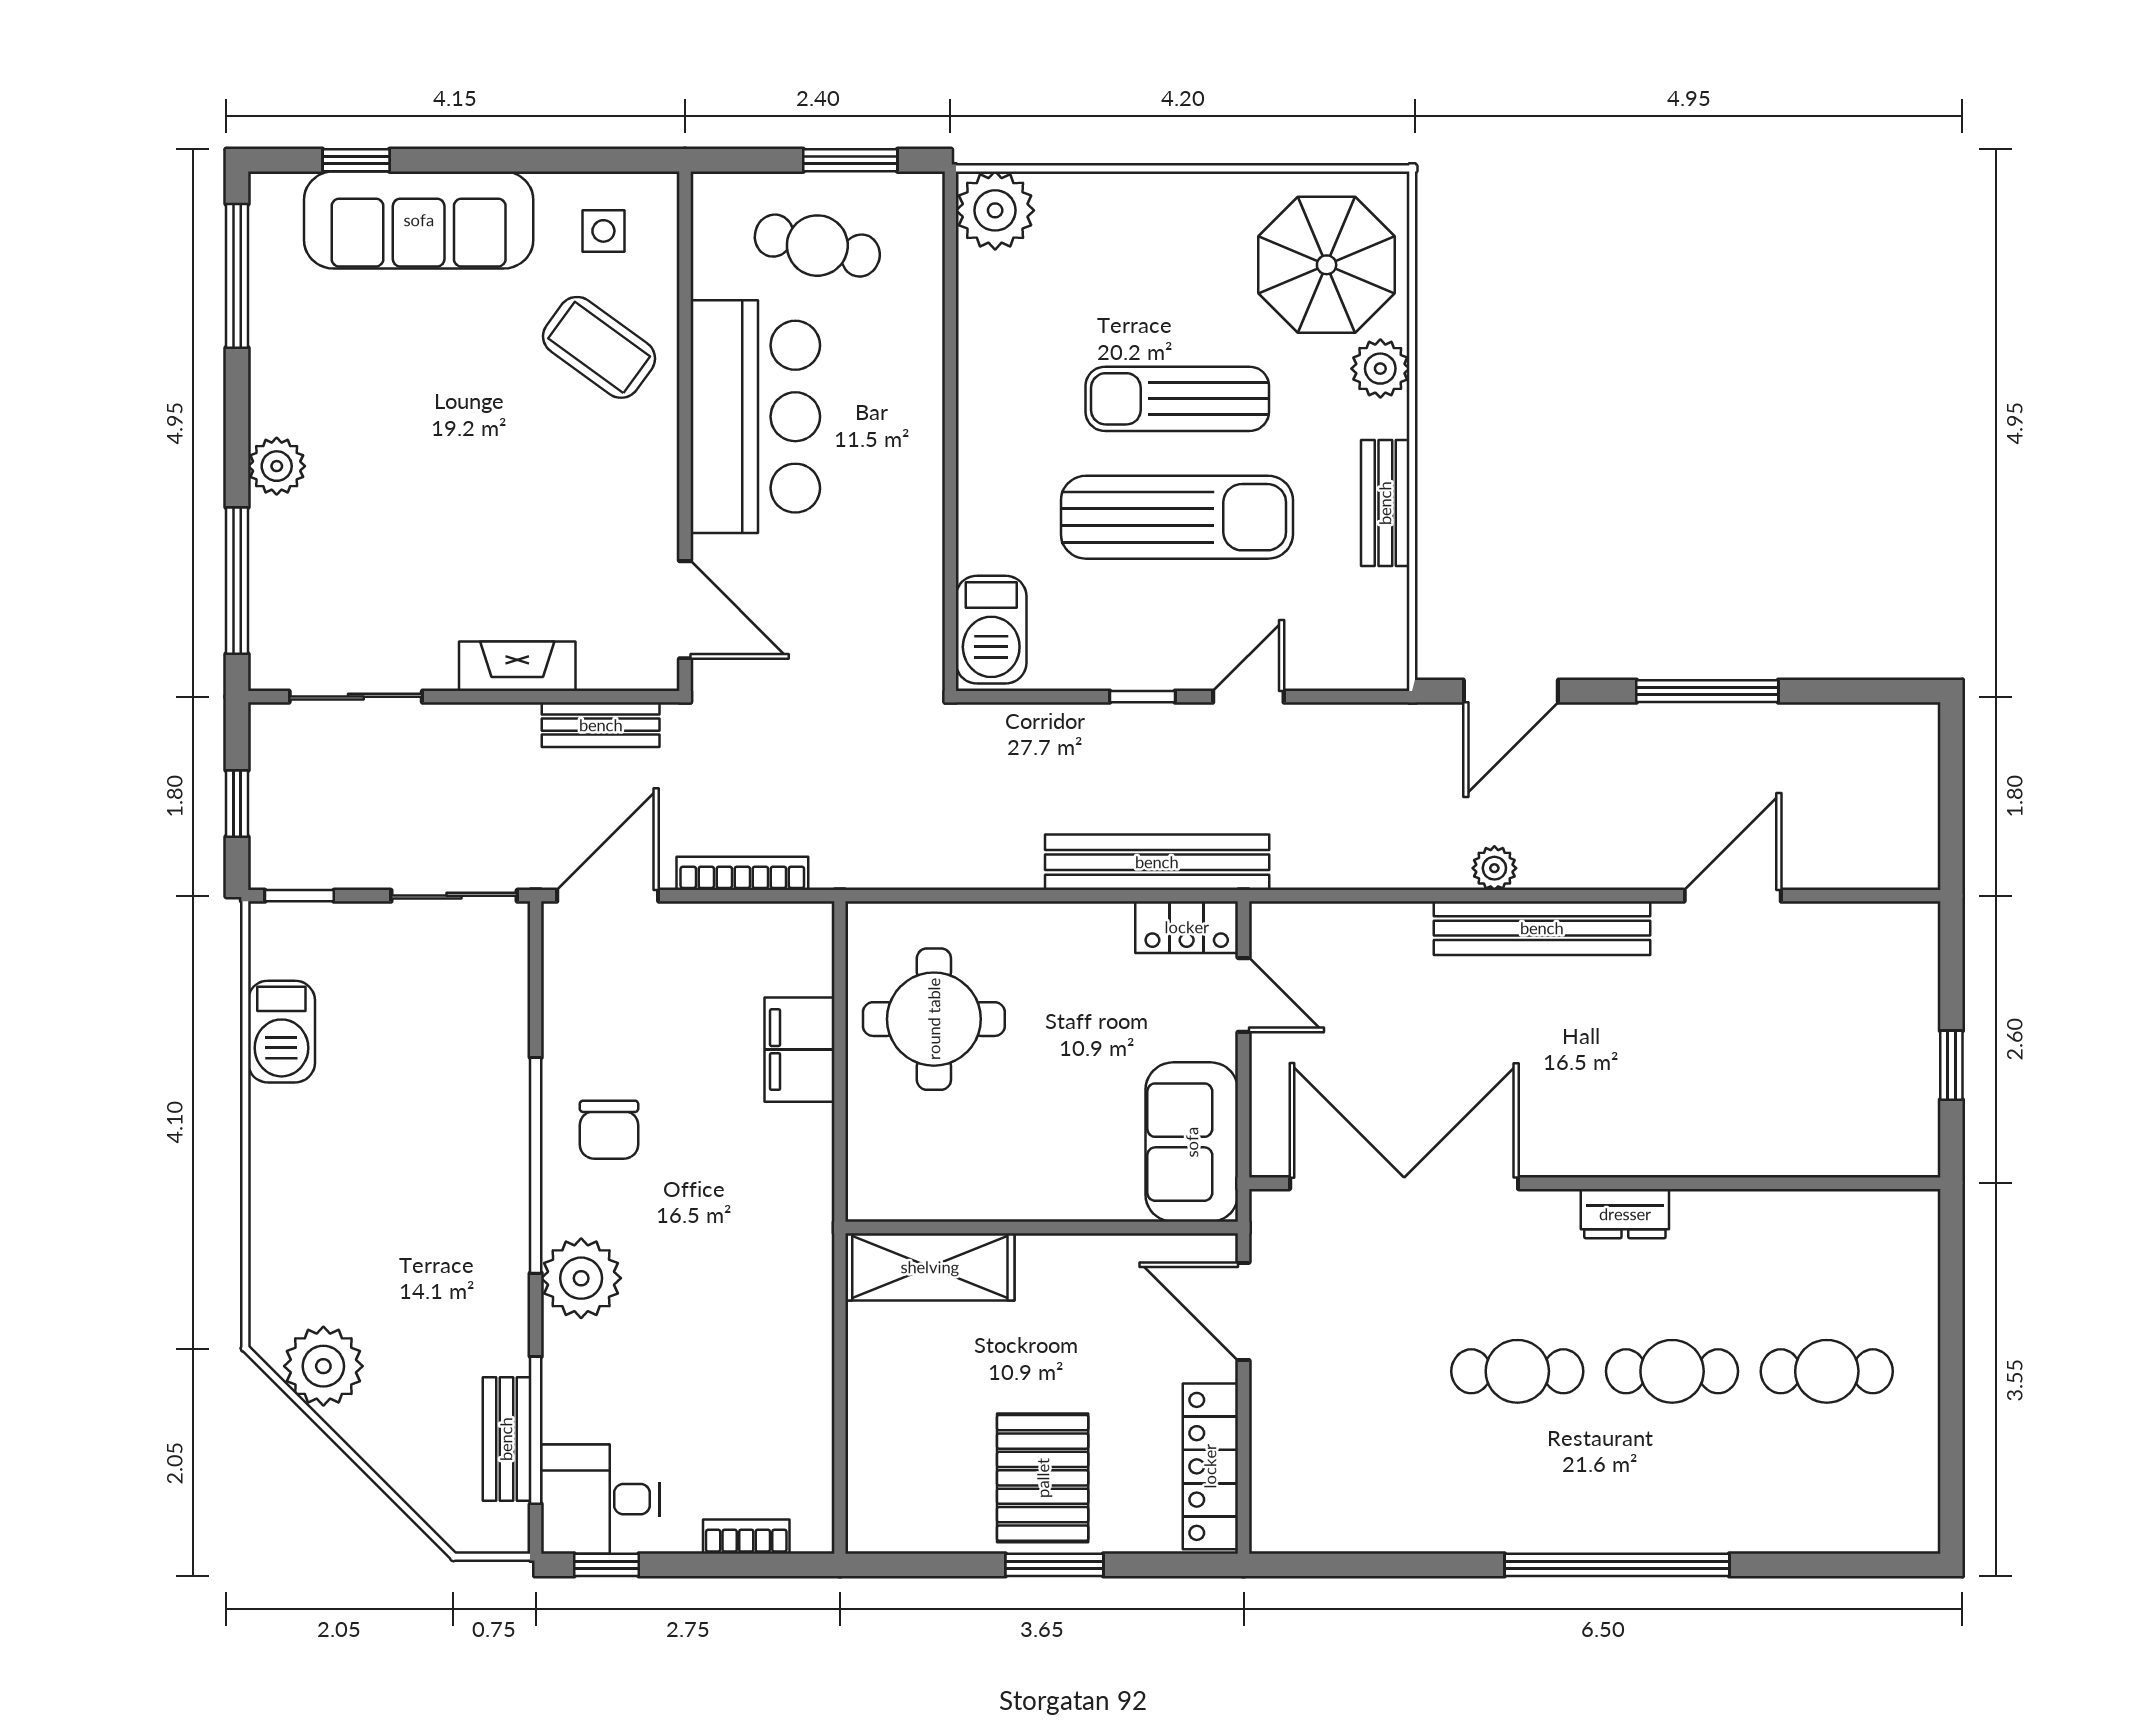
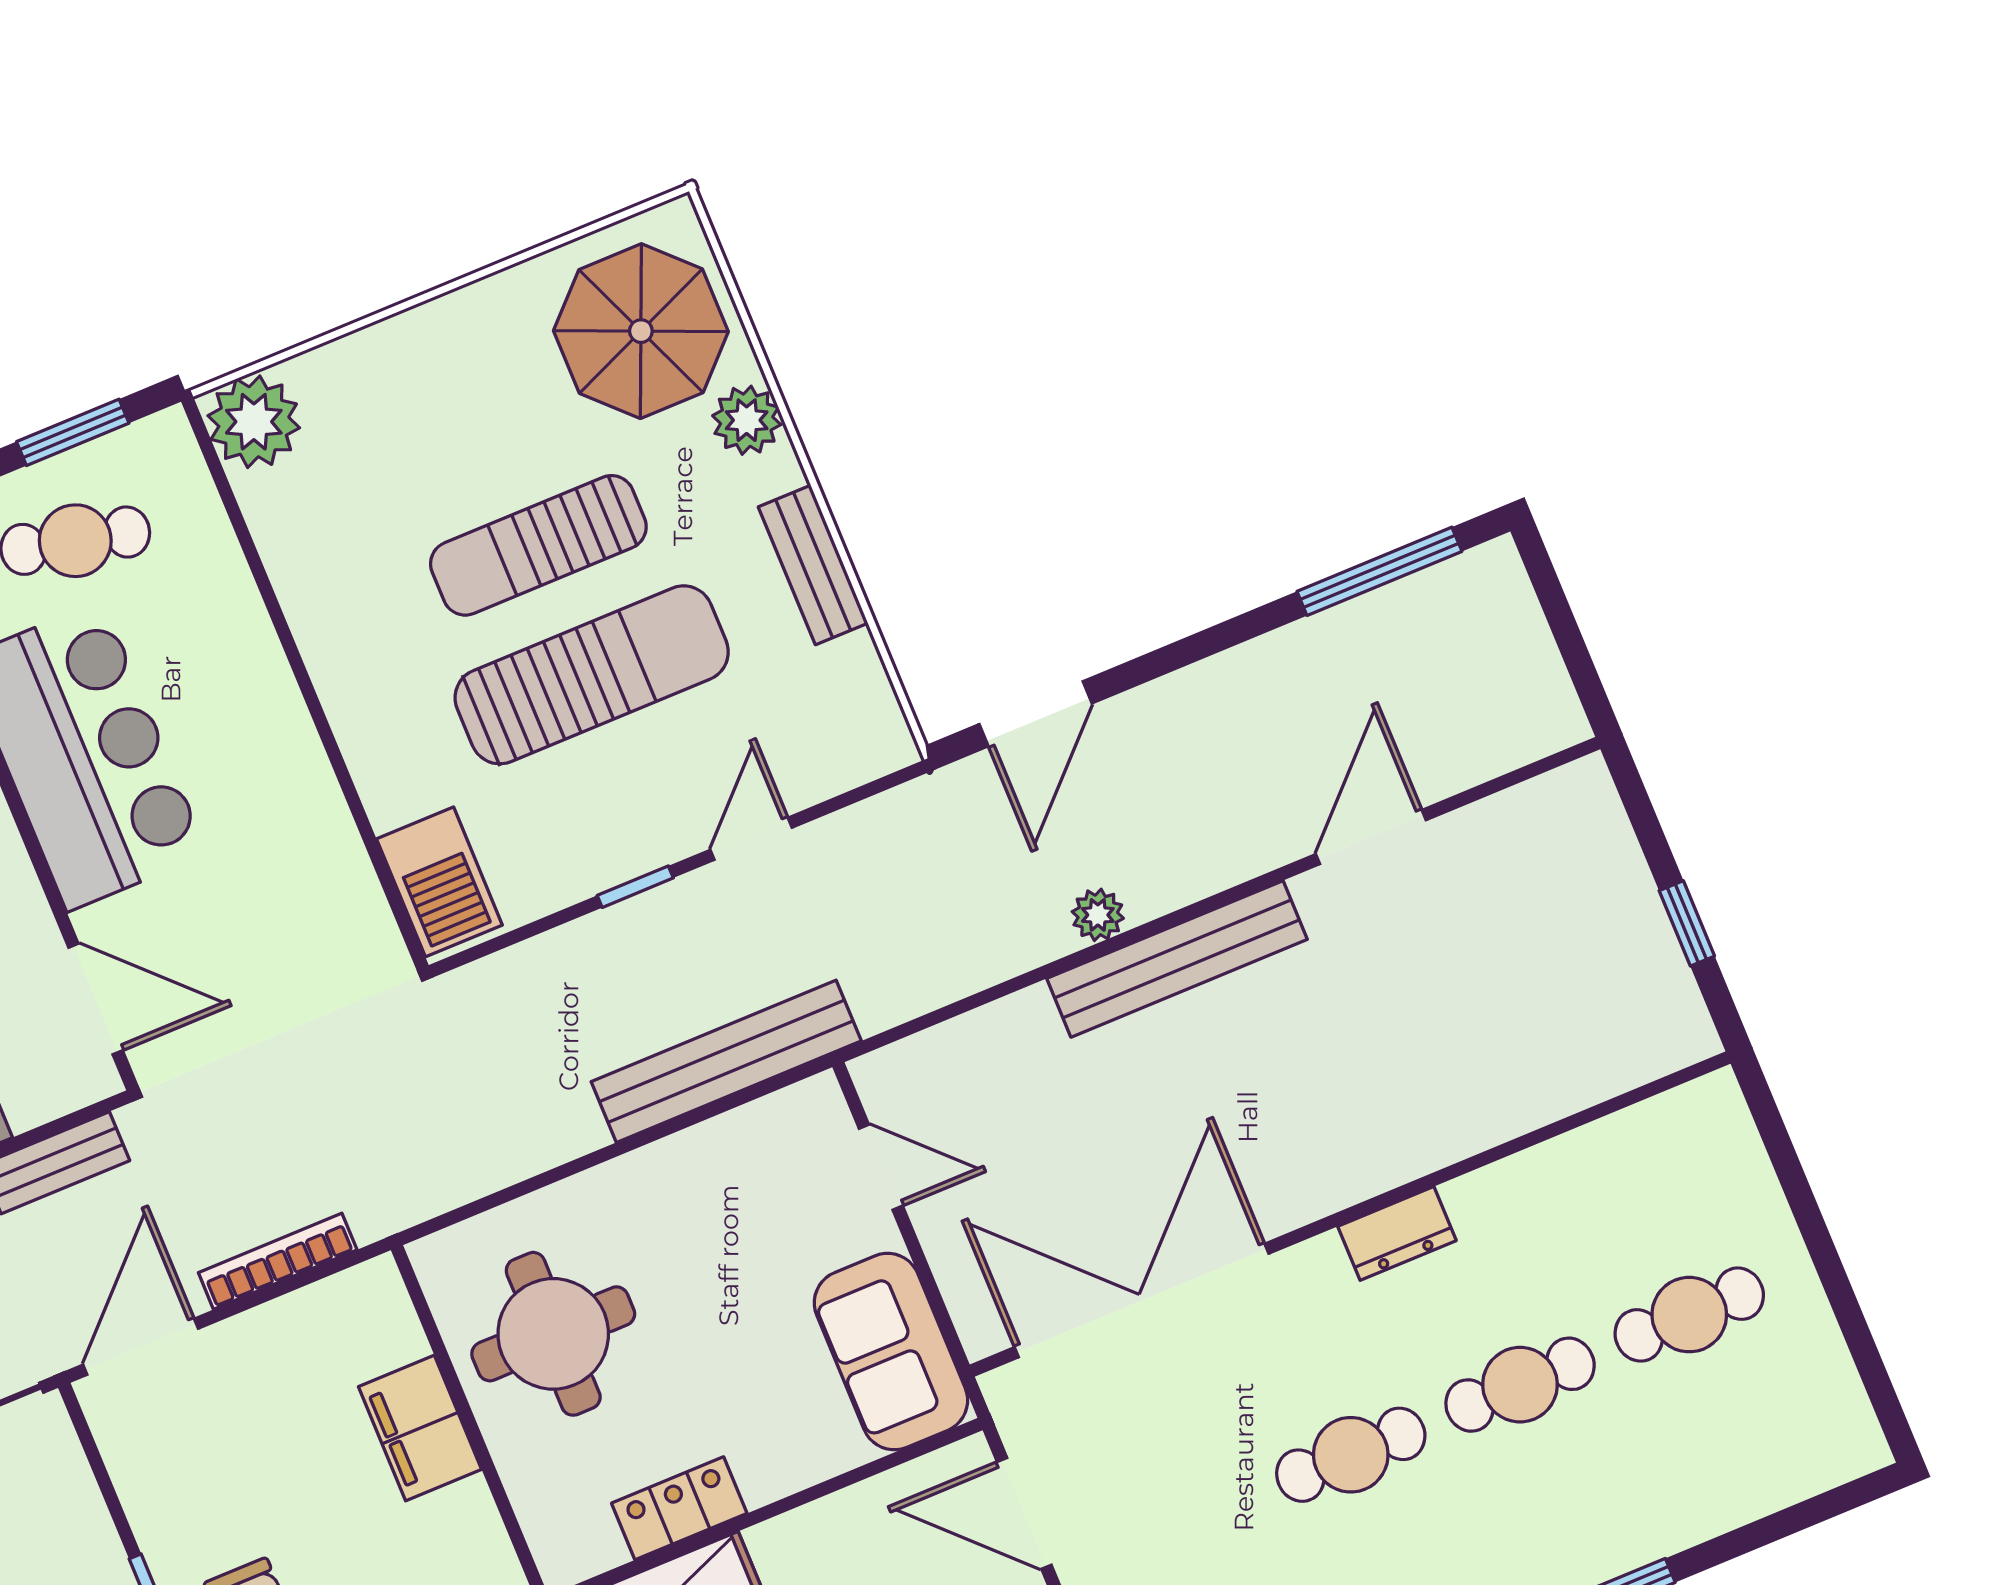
window: (1707, 691) -> (1379, 571), moved
locker: (1187, 927) -> (679, 1508), moved, turned 180

